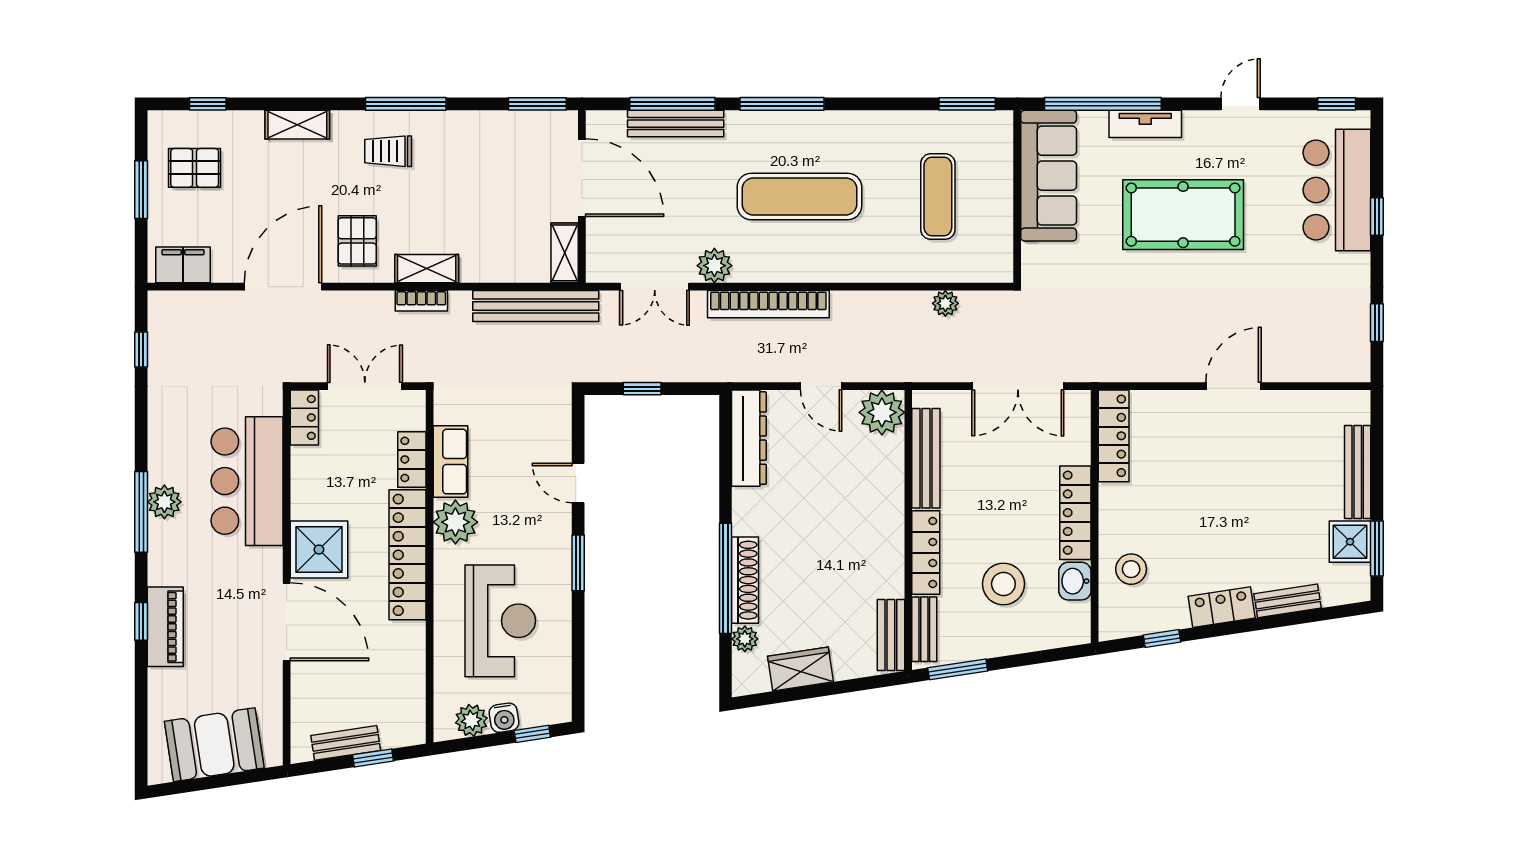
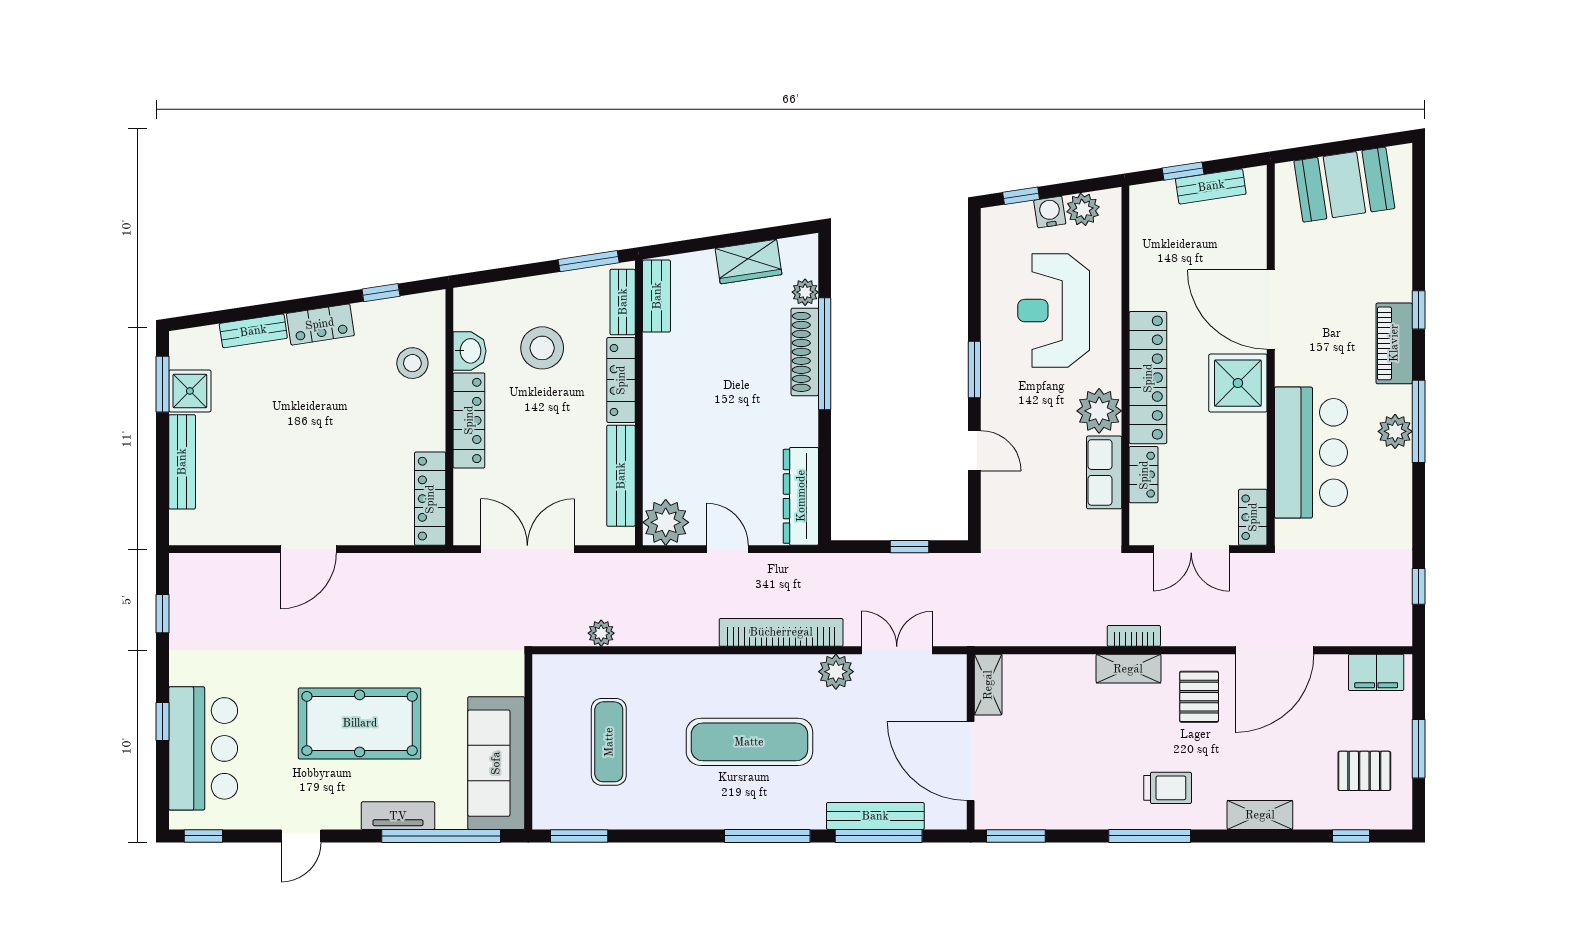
bench: (536, 306) -> (1018, 631), removed
piano: (165, 627) -> (1394, 343), moved

